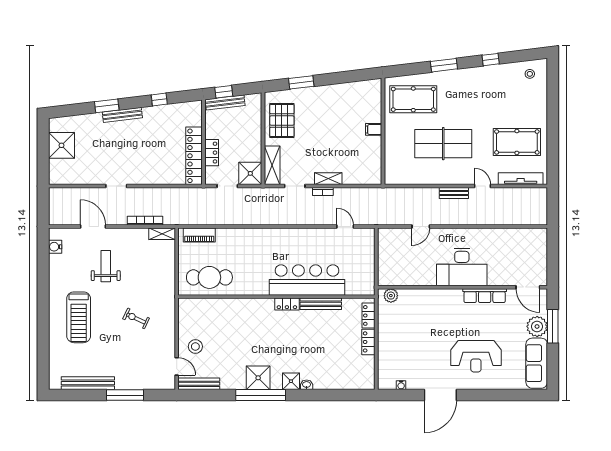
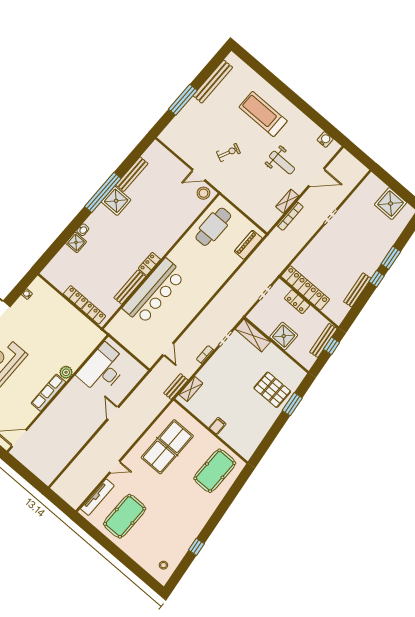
window: (444, 65) -> (220, 512), removed
window: (159, 99) -> (377, 279), moved
bench: (122, 115) -> (357, 290), moved
pallet: (282, 121) -> (272, 390), moved
table tennis table: (443, 144) -> (167, 447), moved
shower: (250, 173) -> (284, 336), moved
shelving: (328, 179) -> (191, 389), moved
bench: (454, 193) -> (176, 387), moved
door: (345, 227) -> (168, 349), hinge flipped
door: (421, 227) -> (113, 413), moved
shelving: (162, 234) -> (287, 201), moved
desk: (462, 267) -> (103, 369), moved
plant: (391, 296) -> (66, 372), moved
row of seats: (485, 296) -> (48, 393), moved
stool: (195, 346) -> (203, 193), moved
door: (177, 366) -> (199, 175), moved
shower: (291, 381) -> (76, 242), moved
bench: (199, 384) -> (132, 174), moved

